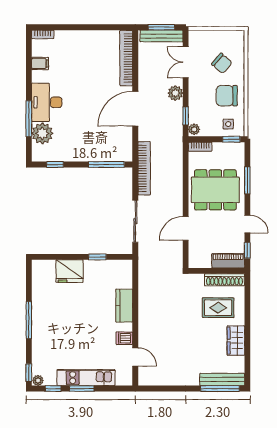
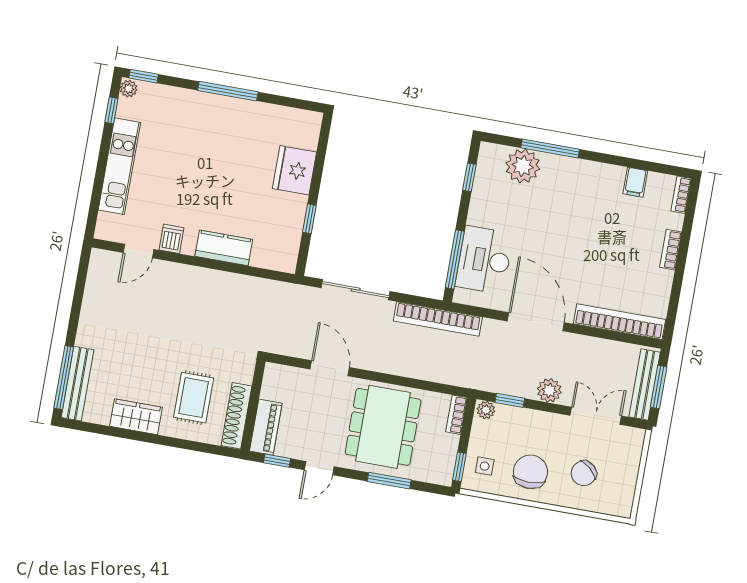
bookcase: (77, 35) -> (671, 250), added
desk: (47, 102) -> (484, 260), moved, turned -90
window: (82, 389) -> (103, 156), removed

